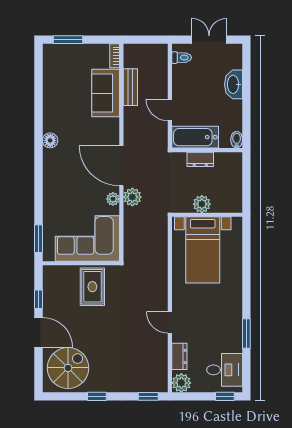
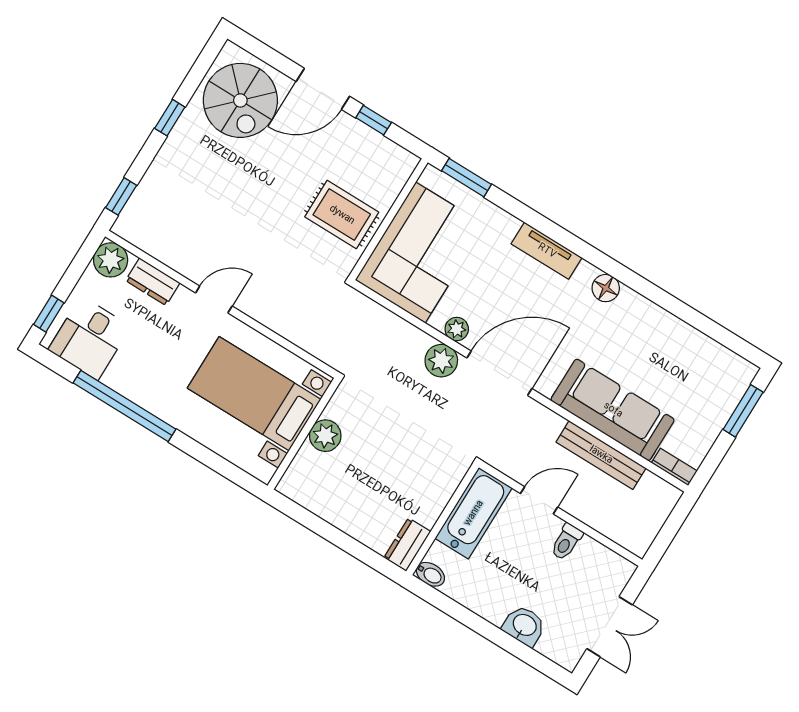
toilet: (182, 58) -> (566, 542), moved
washbasin: (234, 84) -> (524, 626), width x0.72
bench: (130, 87) -> (601, 455), width x1.36
sofa: (106, 93) -> (613, 410), width x1.36
dresser: (200, 159) -> (407, 545), moved
tv unit: (50, 179) -> (547, 251), added
plant: (202, 204) -> (325, 436), moved
wall: (207, 215) -> (304, 434), moved
bed with nightstands: (203, 250) -> (254, 394), moved
window: (246, 334) -> (124, 406), width x2.11

